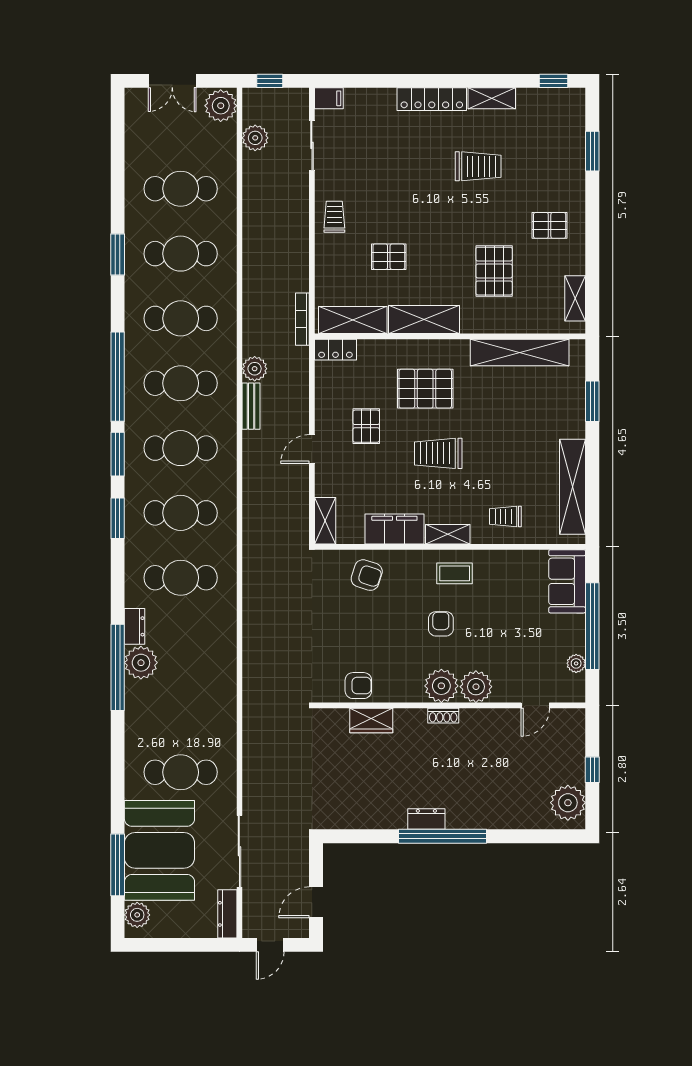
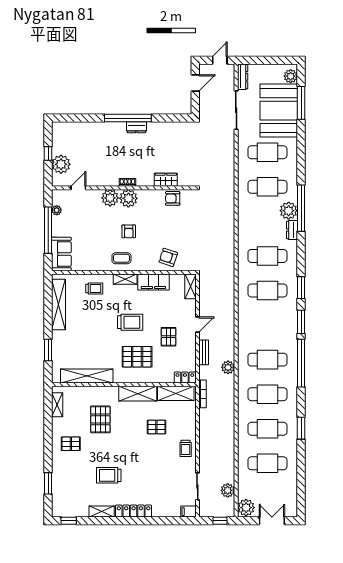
bench: (251, 406) -> (204, 352), moved
cafe table: (181, 448) -> (267, 187), moved
plant: (568, 803) -> (61, 164), moved

